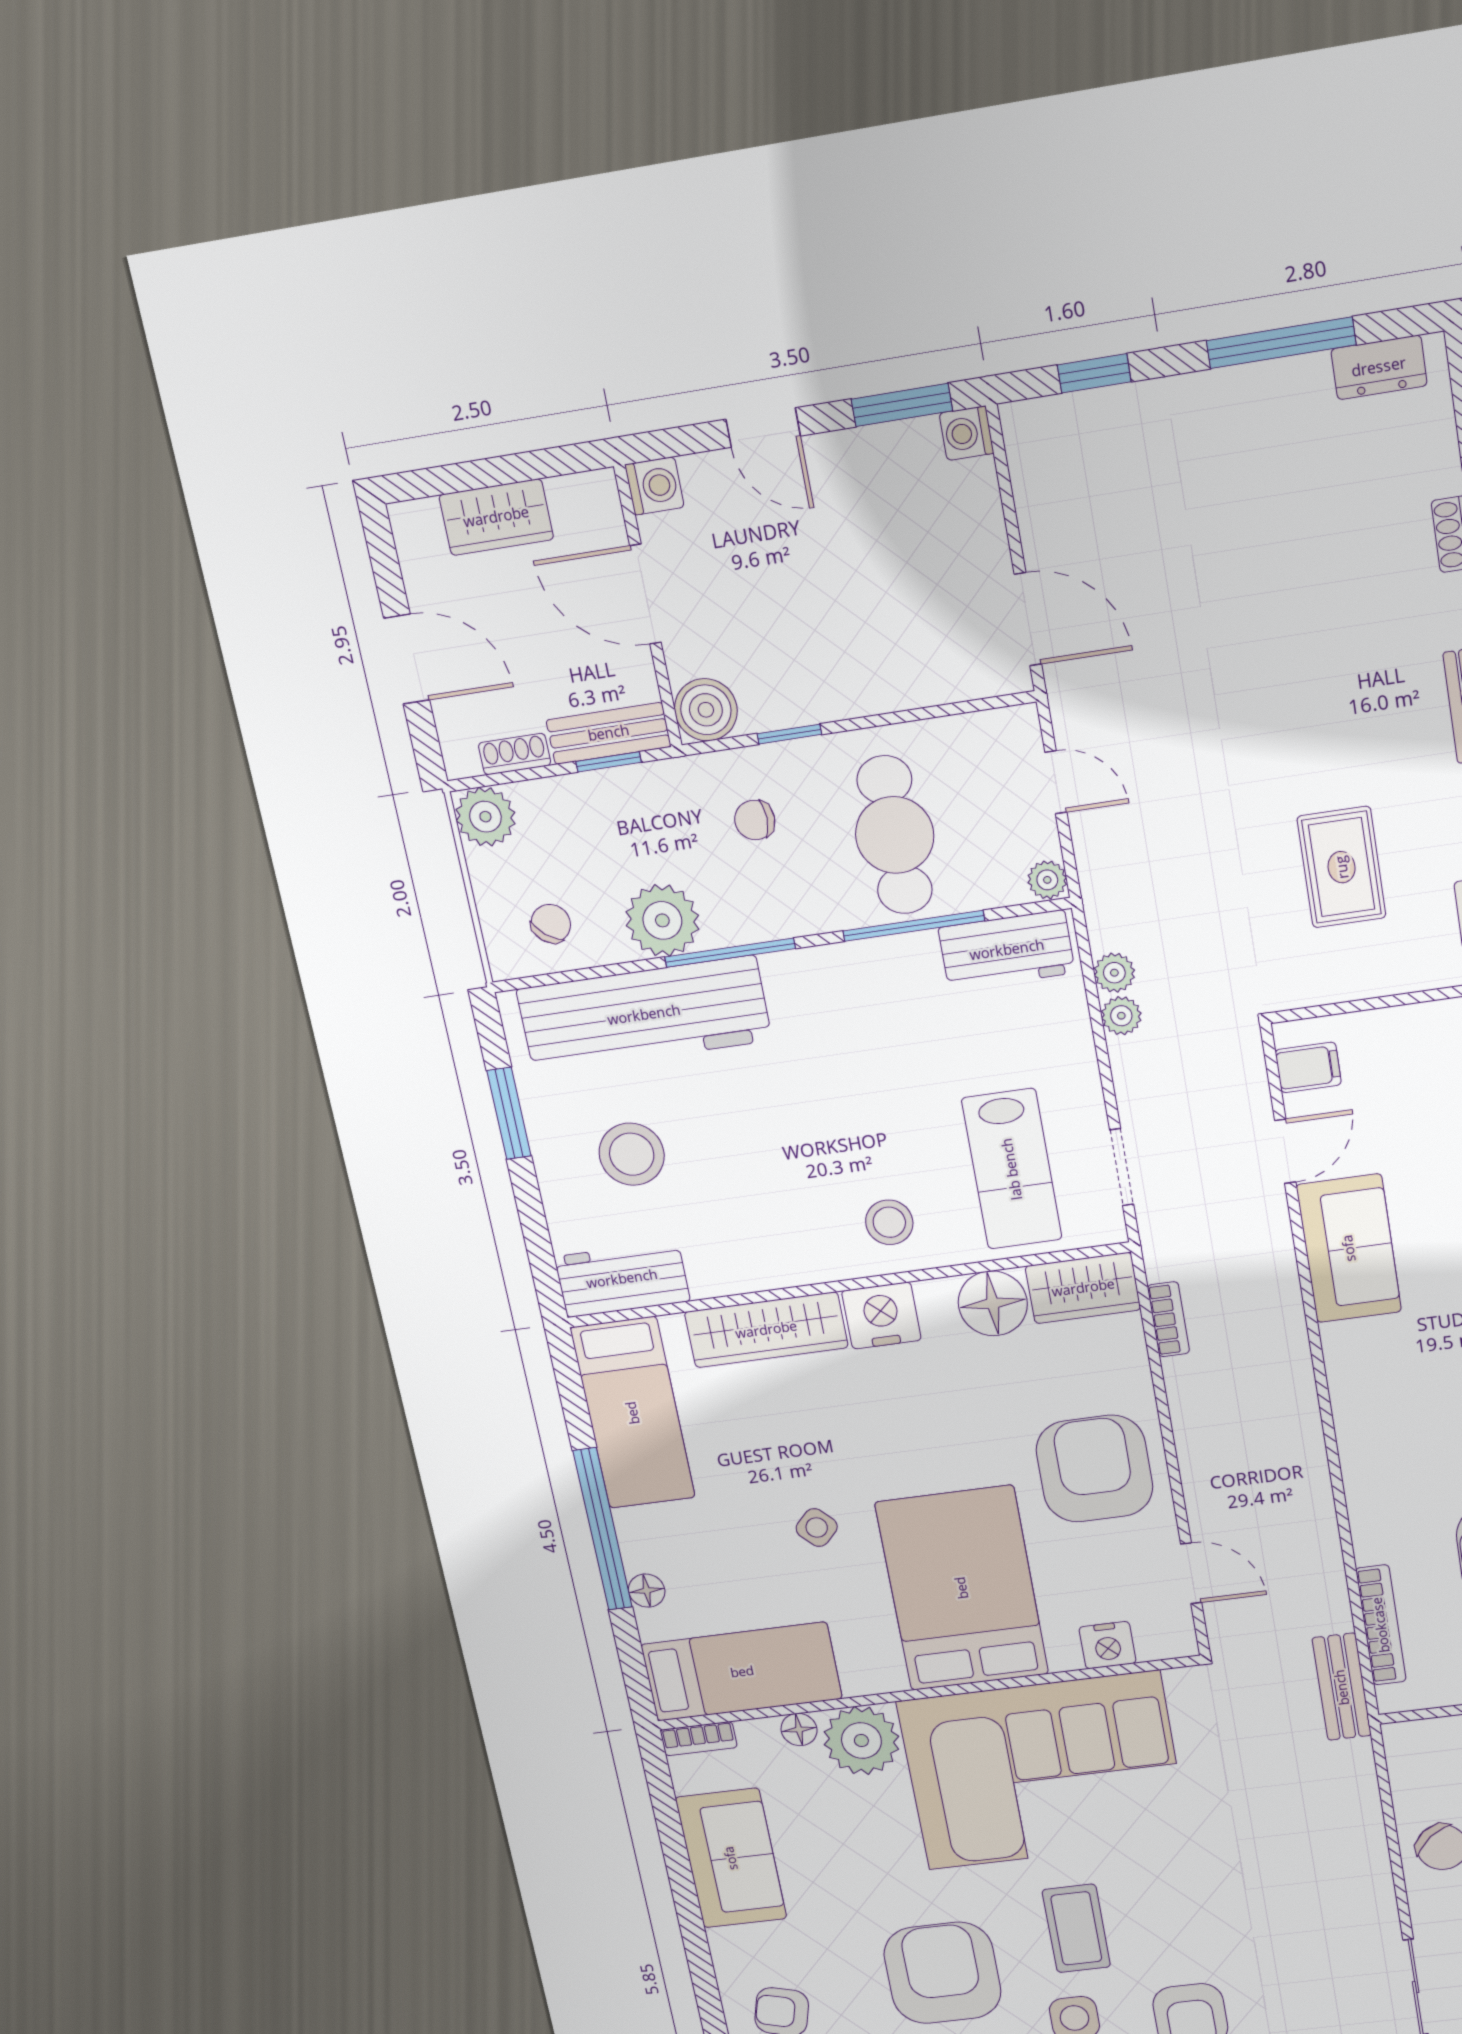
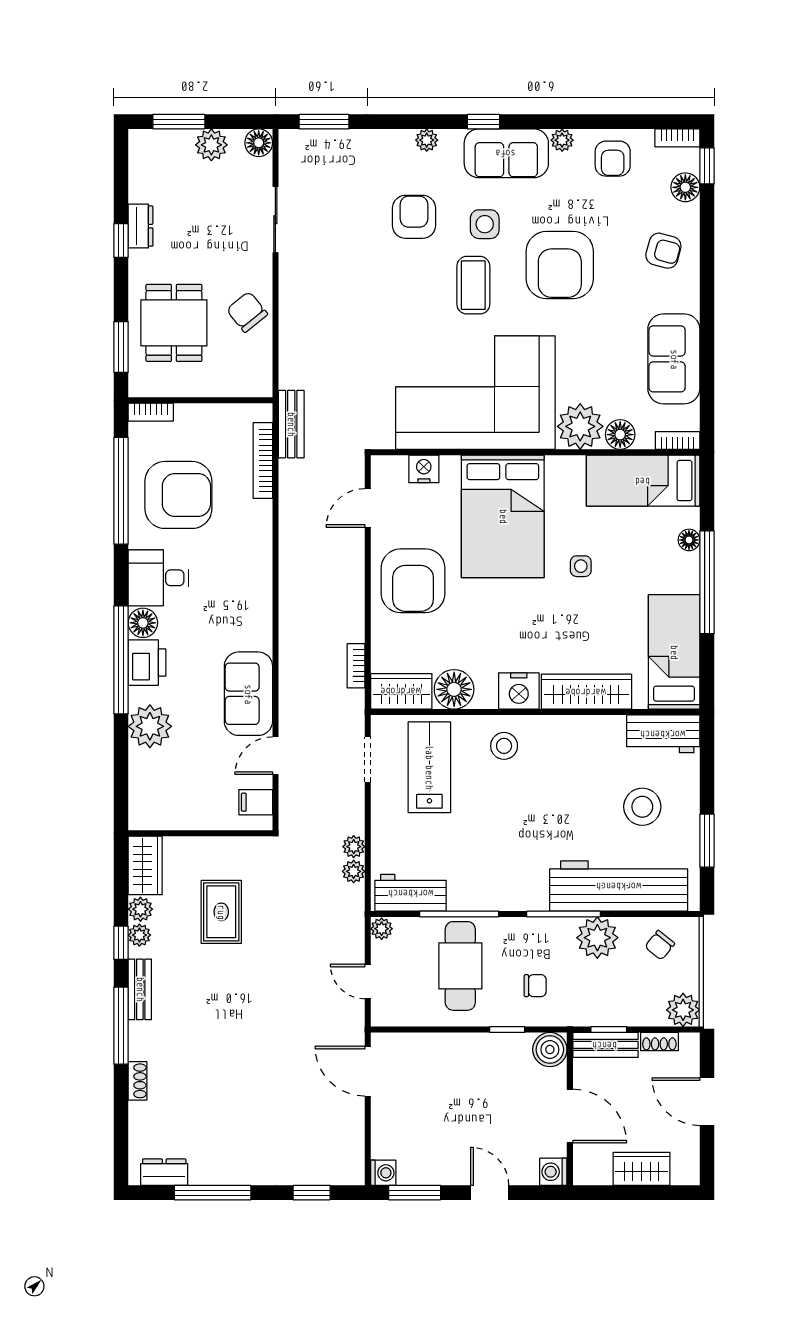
side table: (817, 1528) -> (581, 566), turned 45
door: (1191, 1573) -> (368, 508), hinge flipped
floor lamp: (799, 1730) -> (620, 435), width x1.37, depth x1.37

